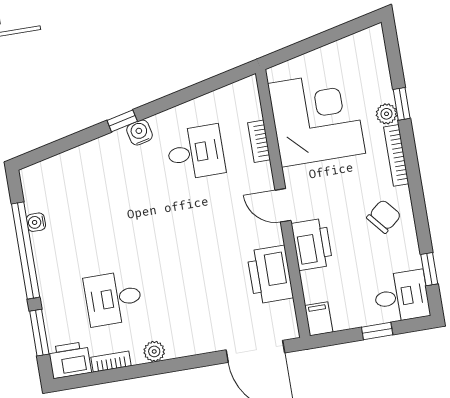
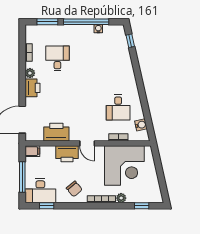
window: (402, 104) -> (142, 206), moved
window: (122, 121) -> (130, 41), moved
water cooler: (140, 133) -> (141, 125), moved
door: (283, 205) -> (87, 143), swing flipped
desk: (401, 296) -> (40, 191), width x1.37
window: (377, 331) -> (22, 177), width x2.17
printer: (70, 360) -> (33, 88), moved

